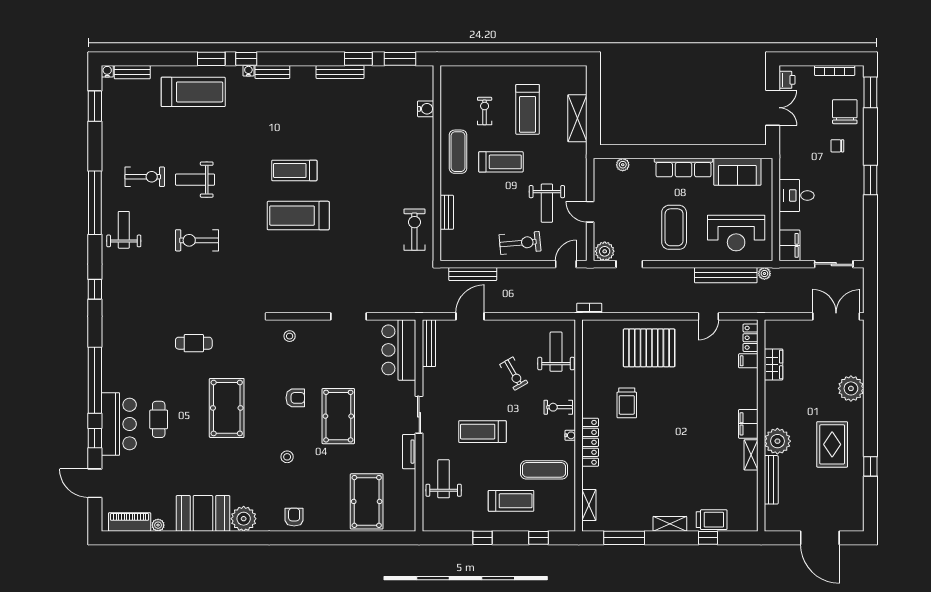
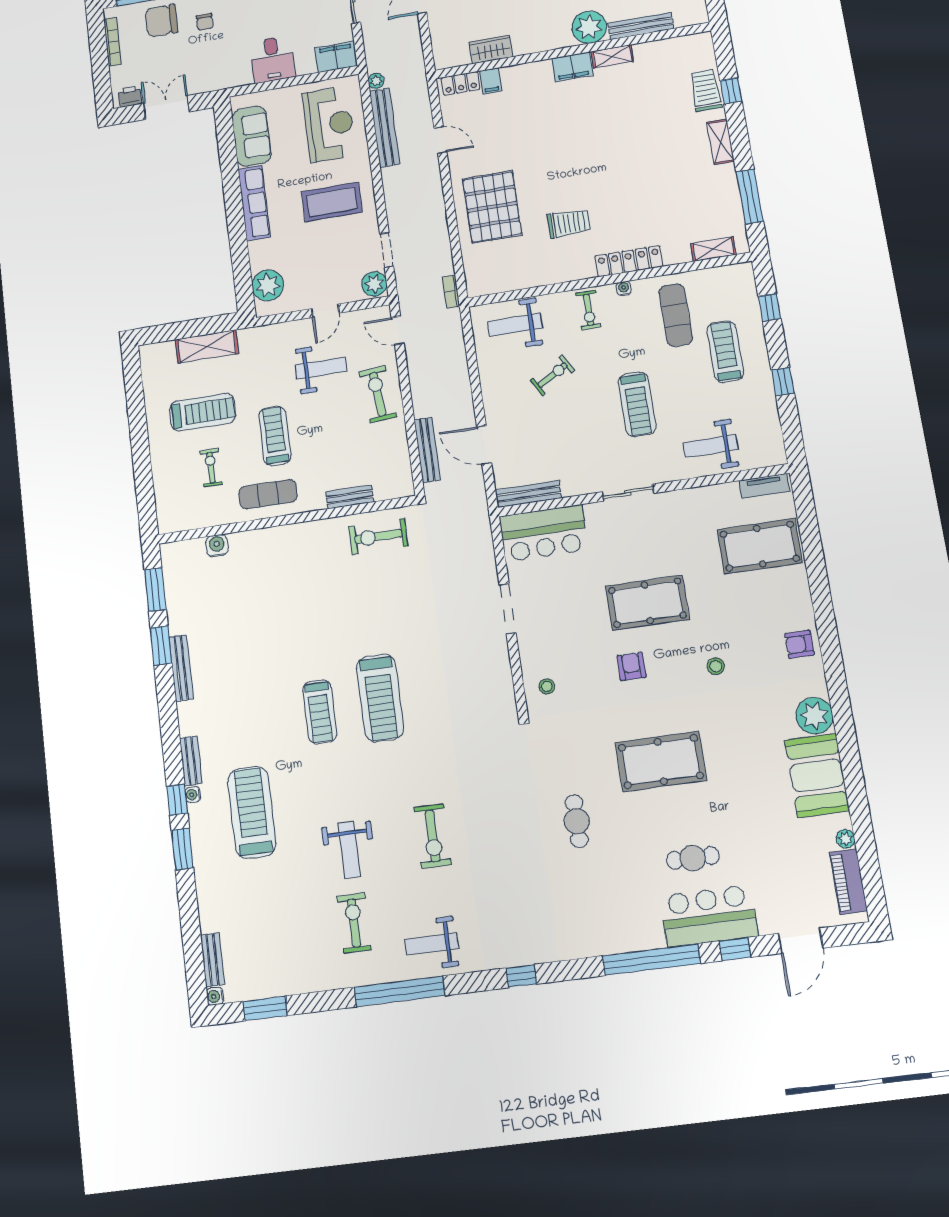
treadmill: (193, 92) -> (252, 812), moved
exercise bike: (485, 111) -> (211, 468), turned 90
plant: (623, 165) -> (268, 285), width x1.87, depth x1.87
tv unit: (409, 452) -> (764, 486), moved

